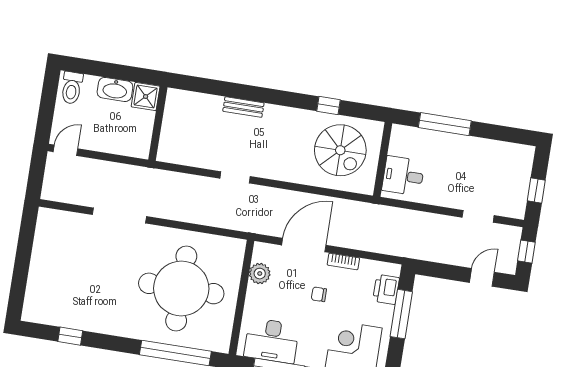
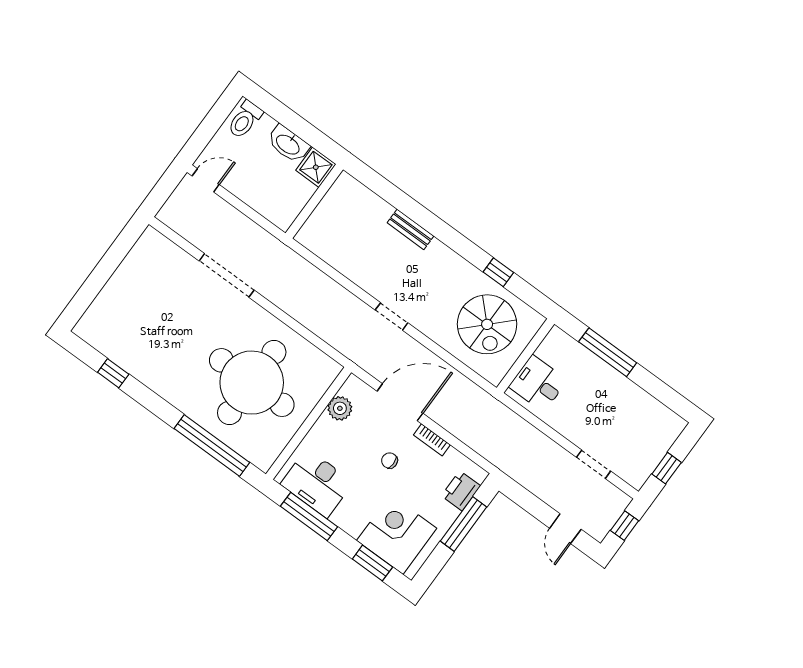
doorway: (235, 177) -> (392, 316), moved
door: (482, 277) -> (565, 529), swing flipped

